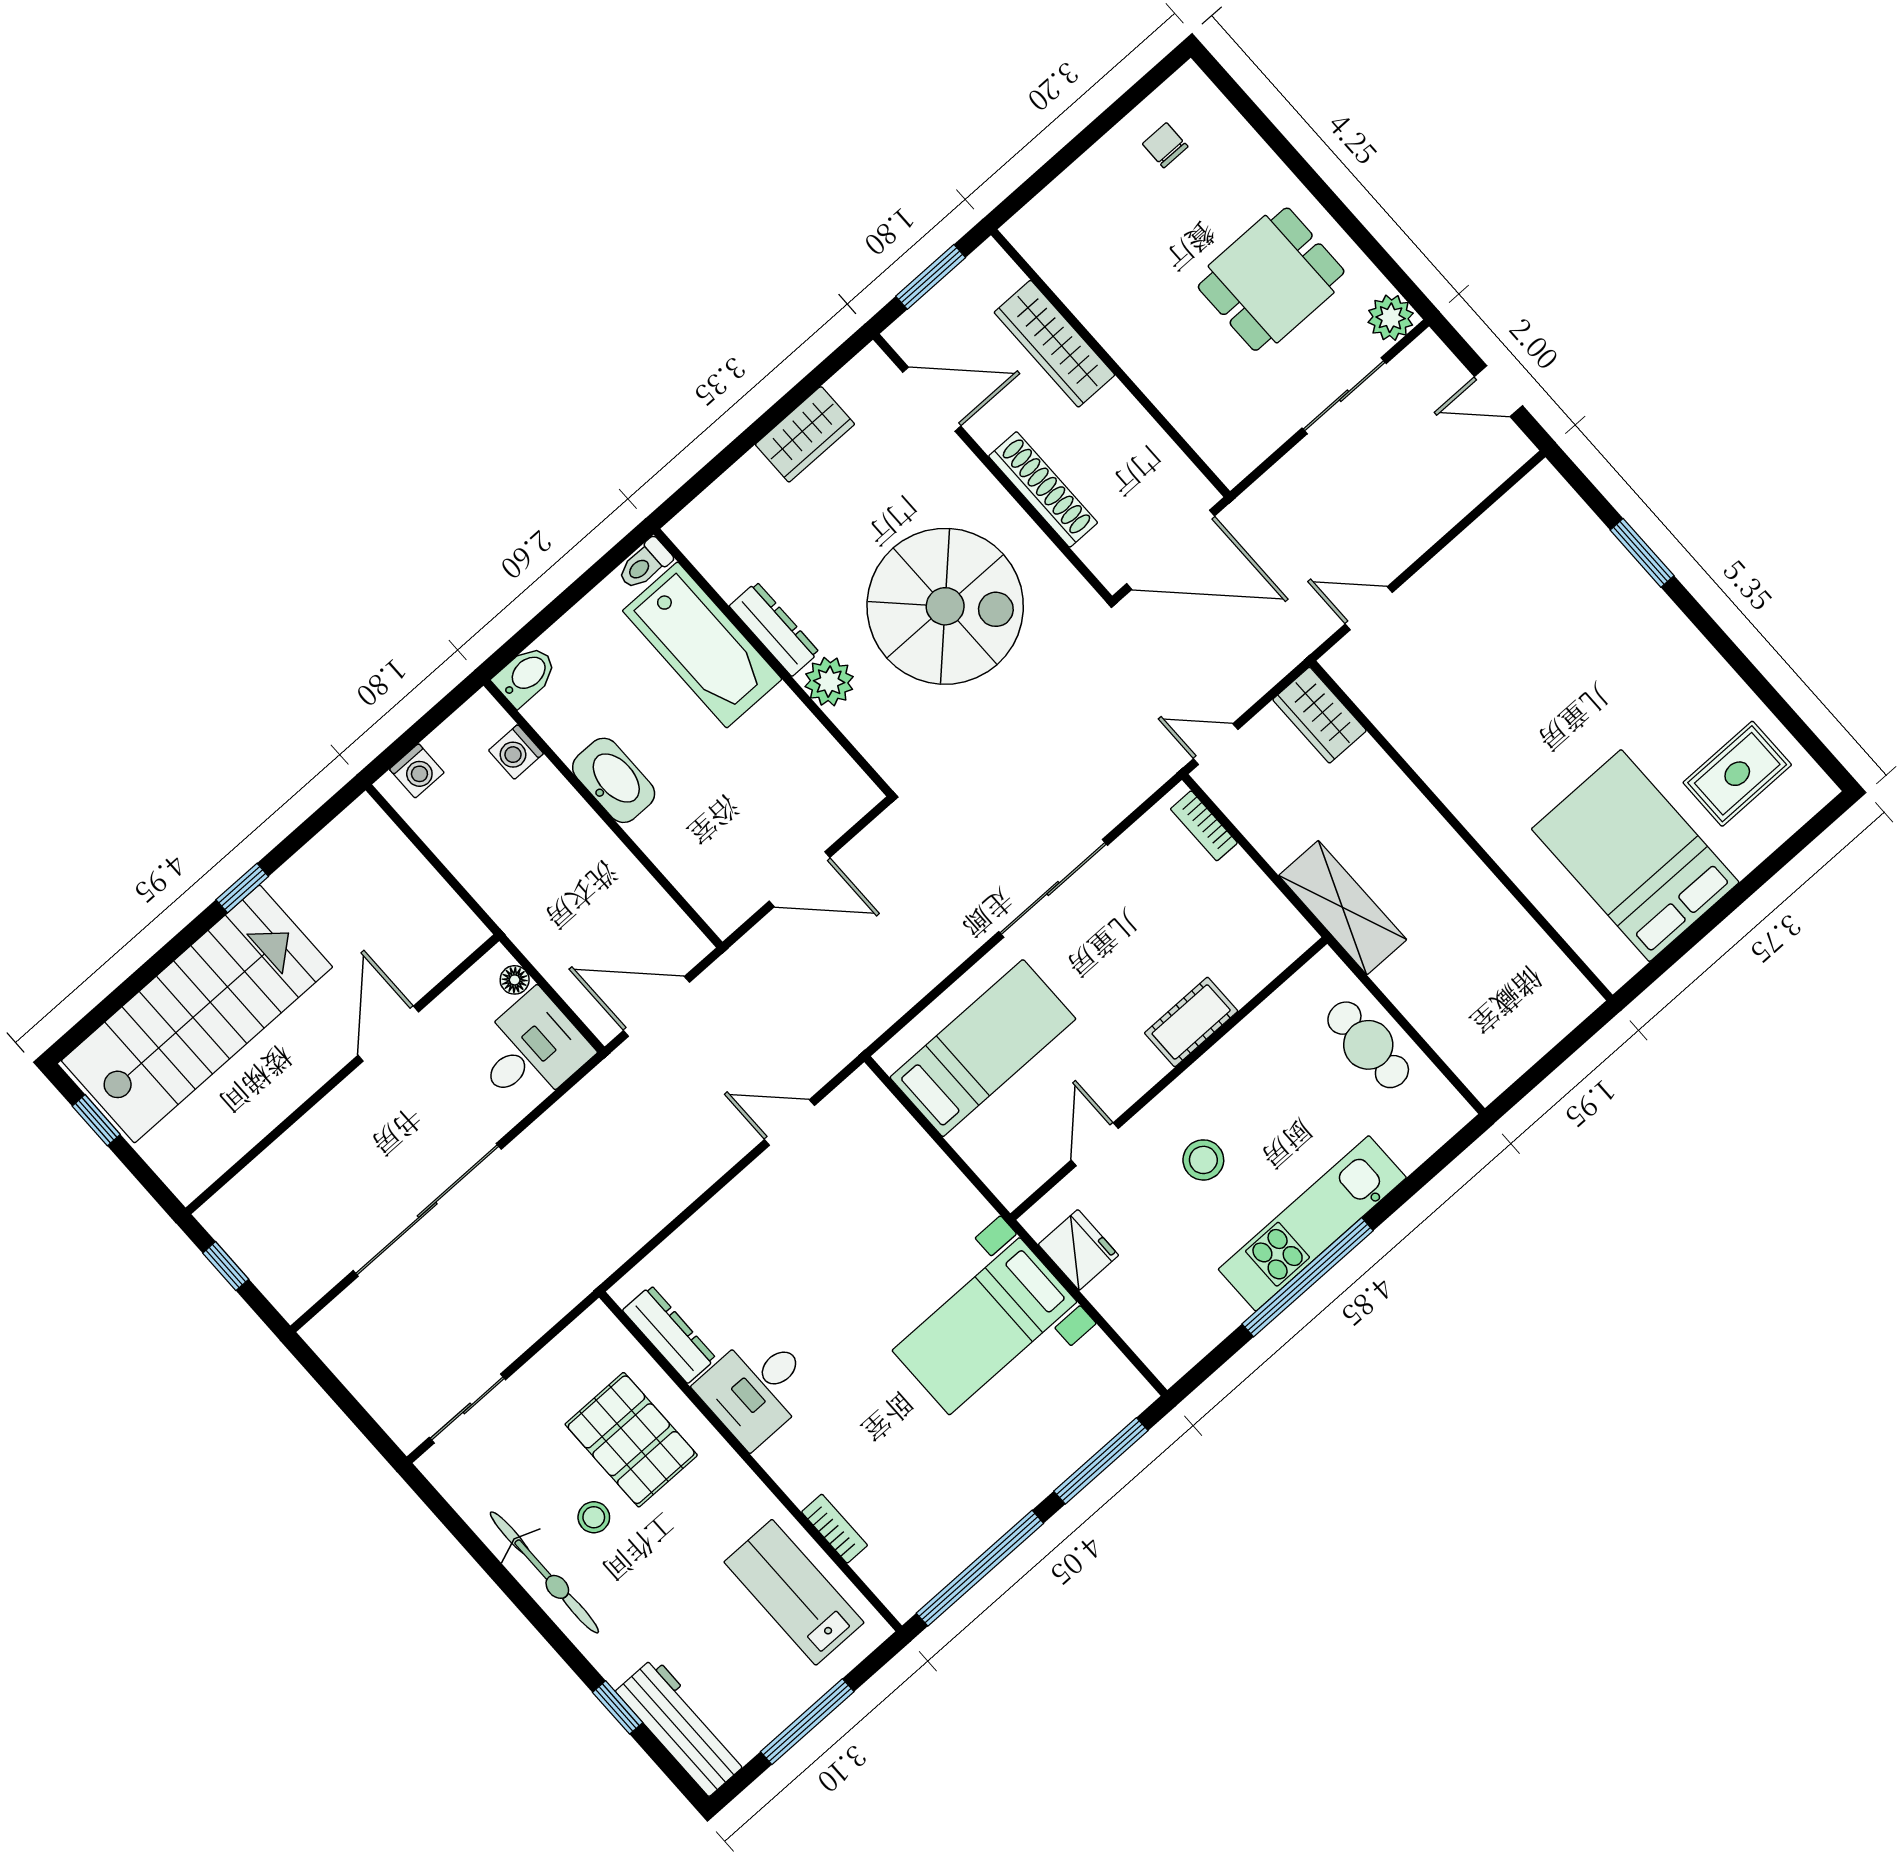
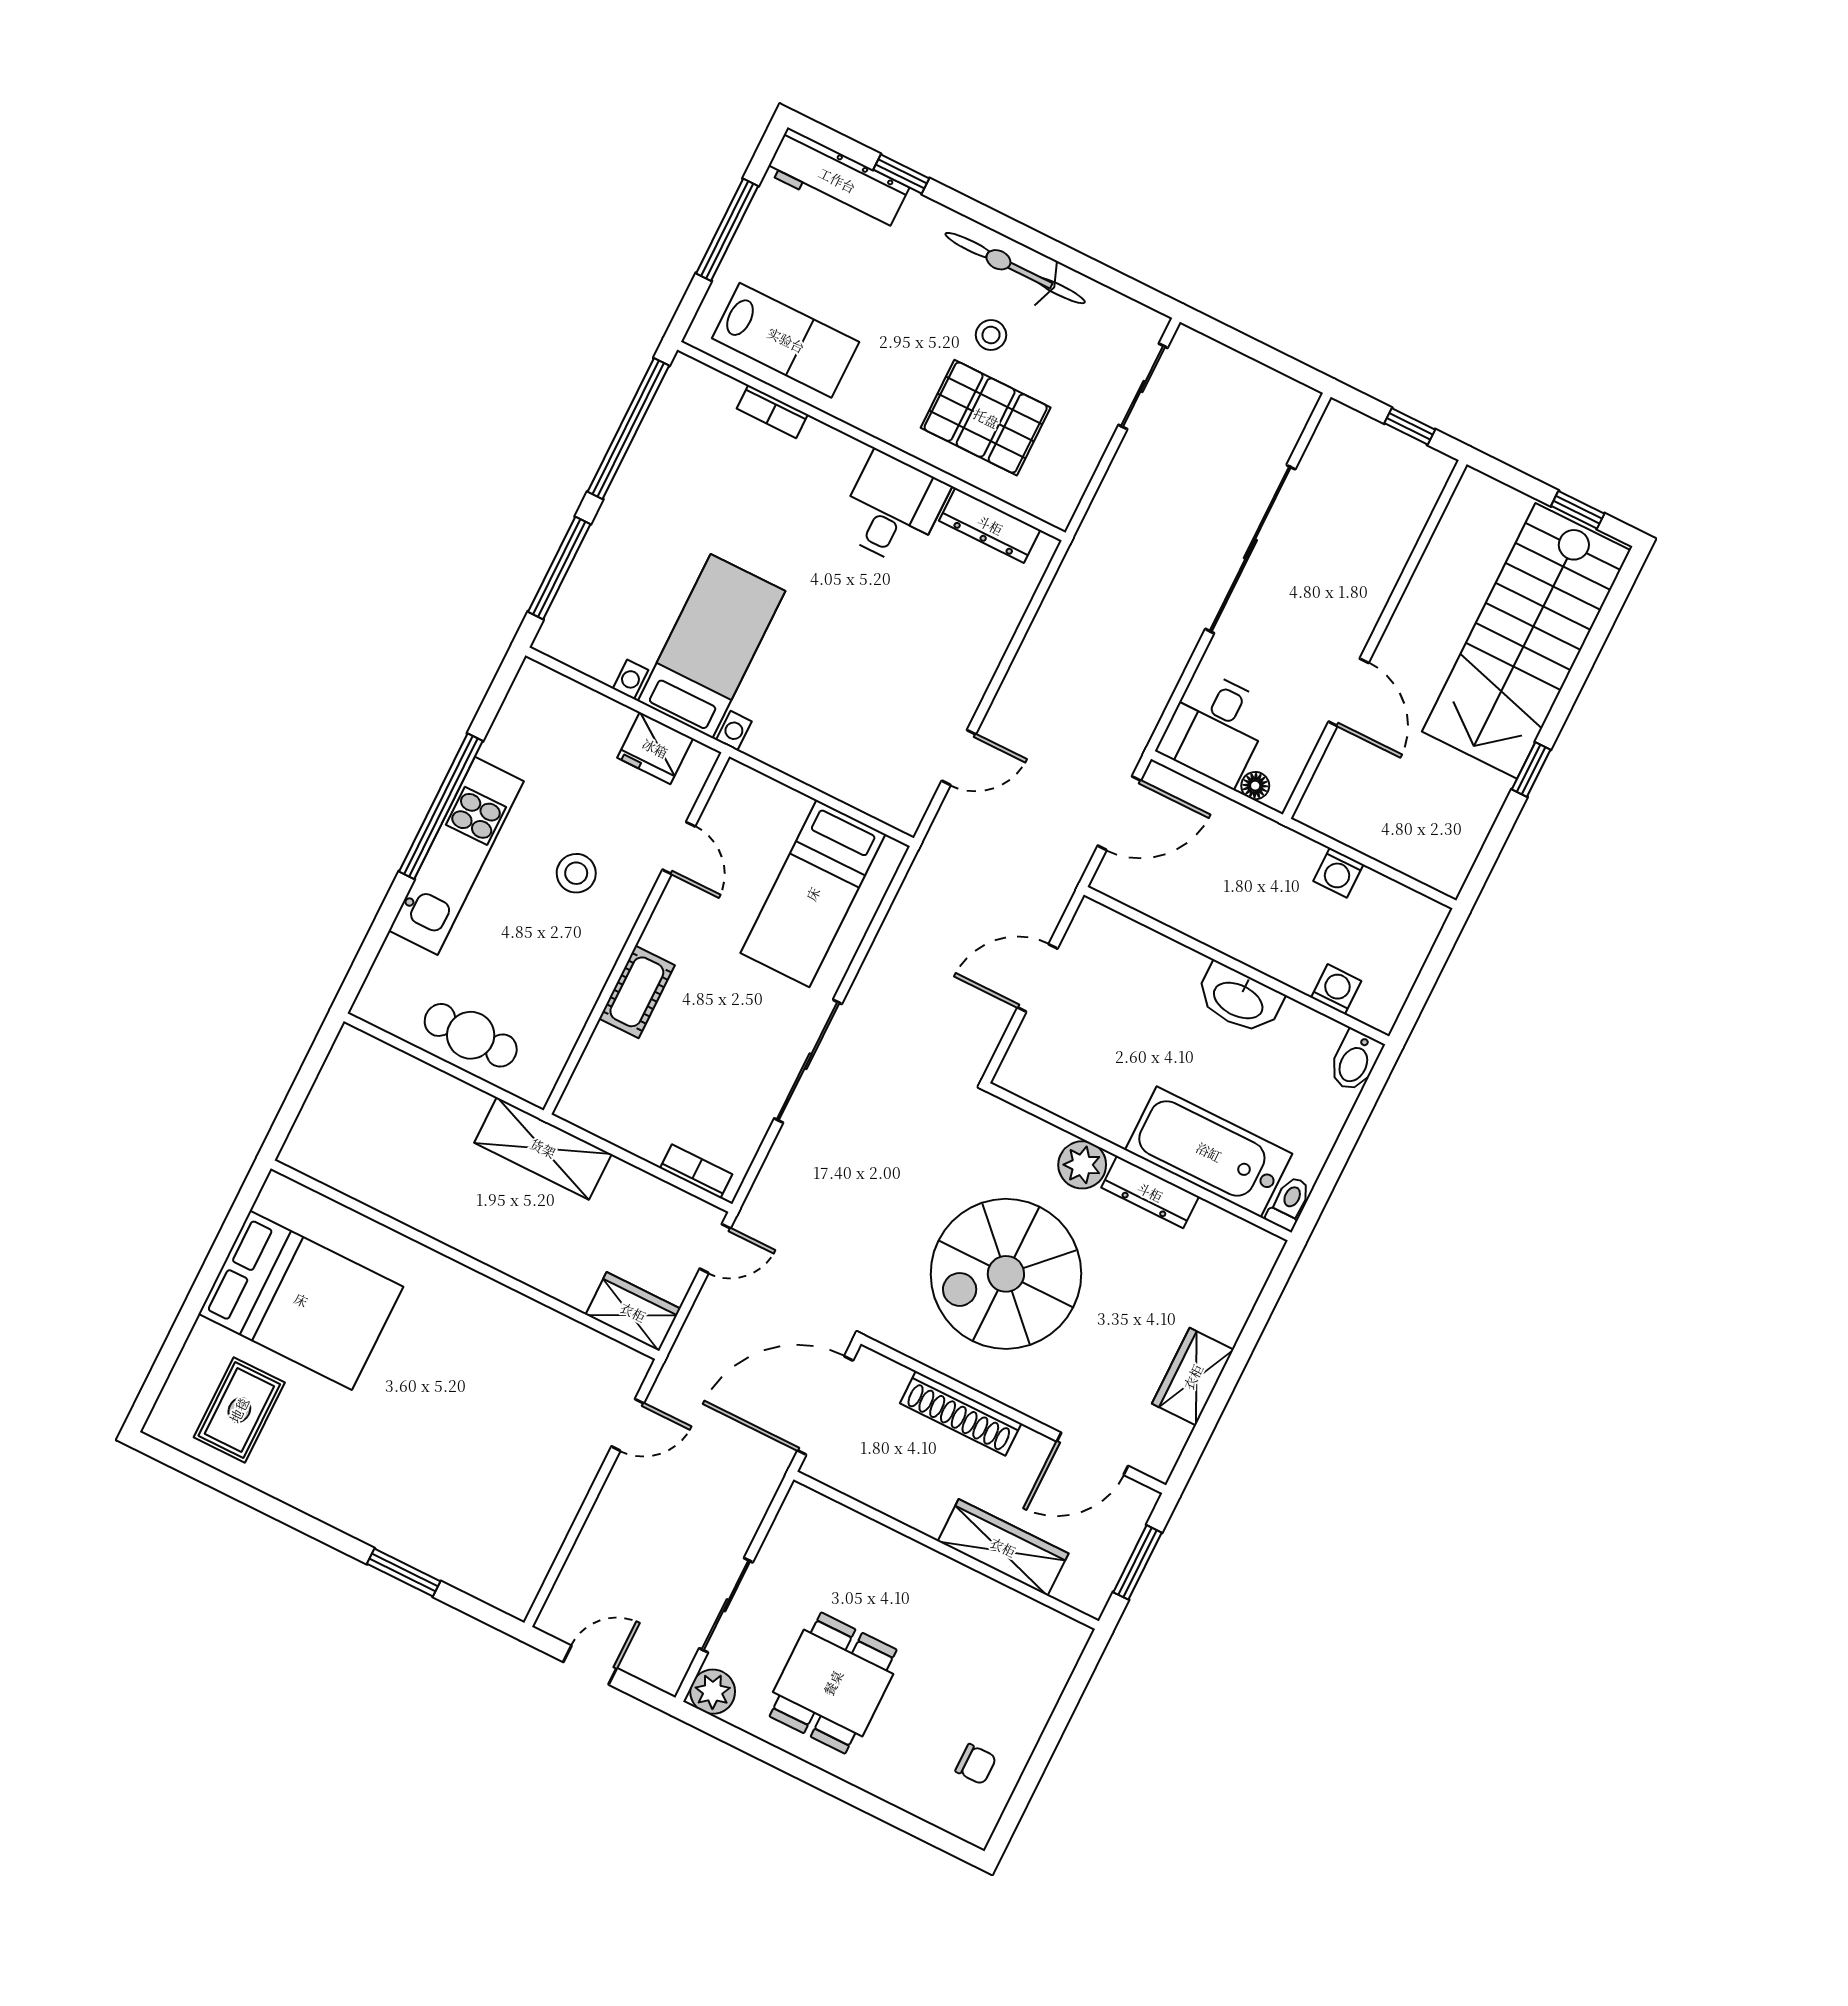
washing machine: (417, 771) -> (1338, 873), moved, turned -90

